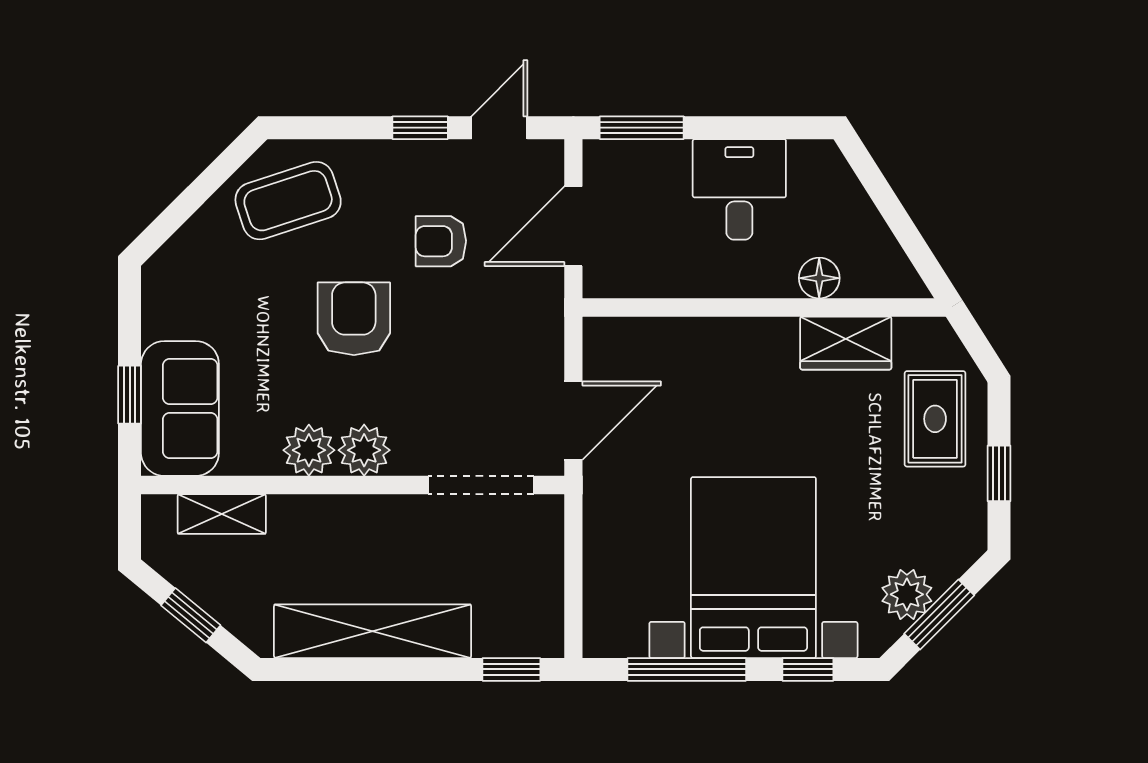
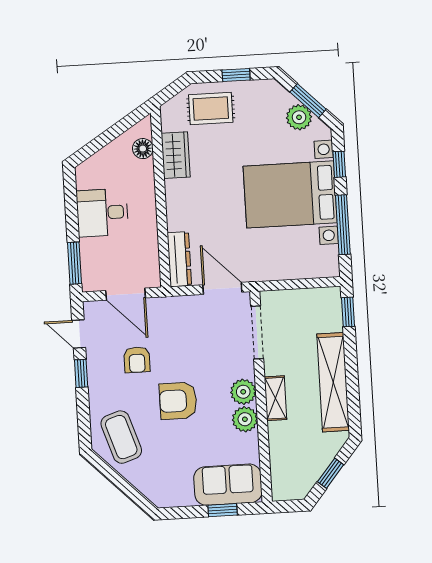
floor lamp: (819, 278) -> (143, 149), moved
dresser: (637, 338) -> (179, 259), added
shelving: (222, 514) -> (276, 398), moved

